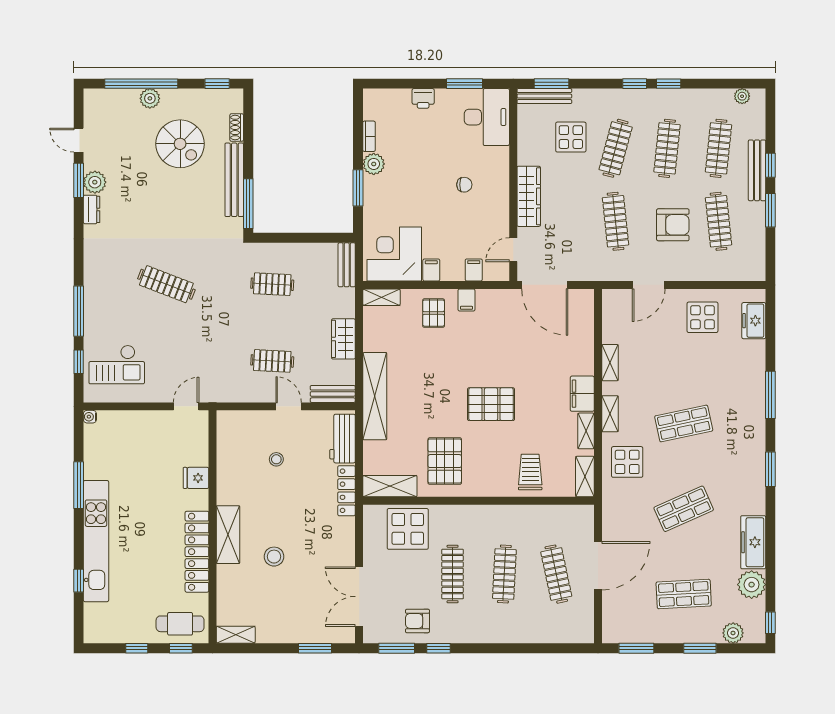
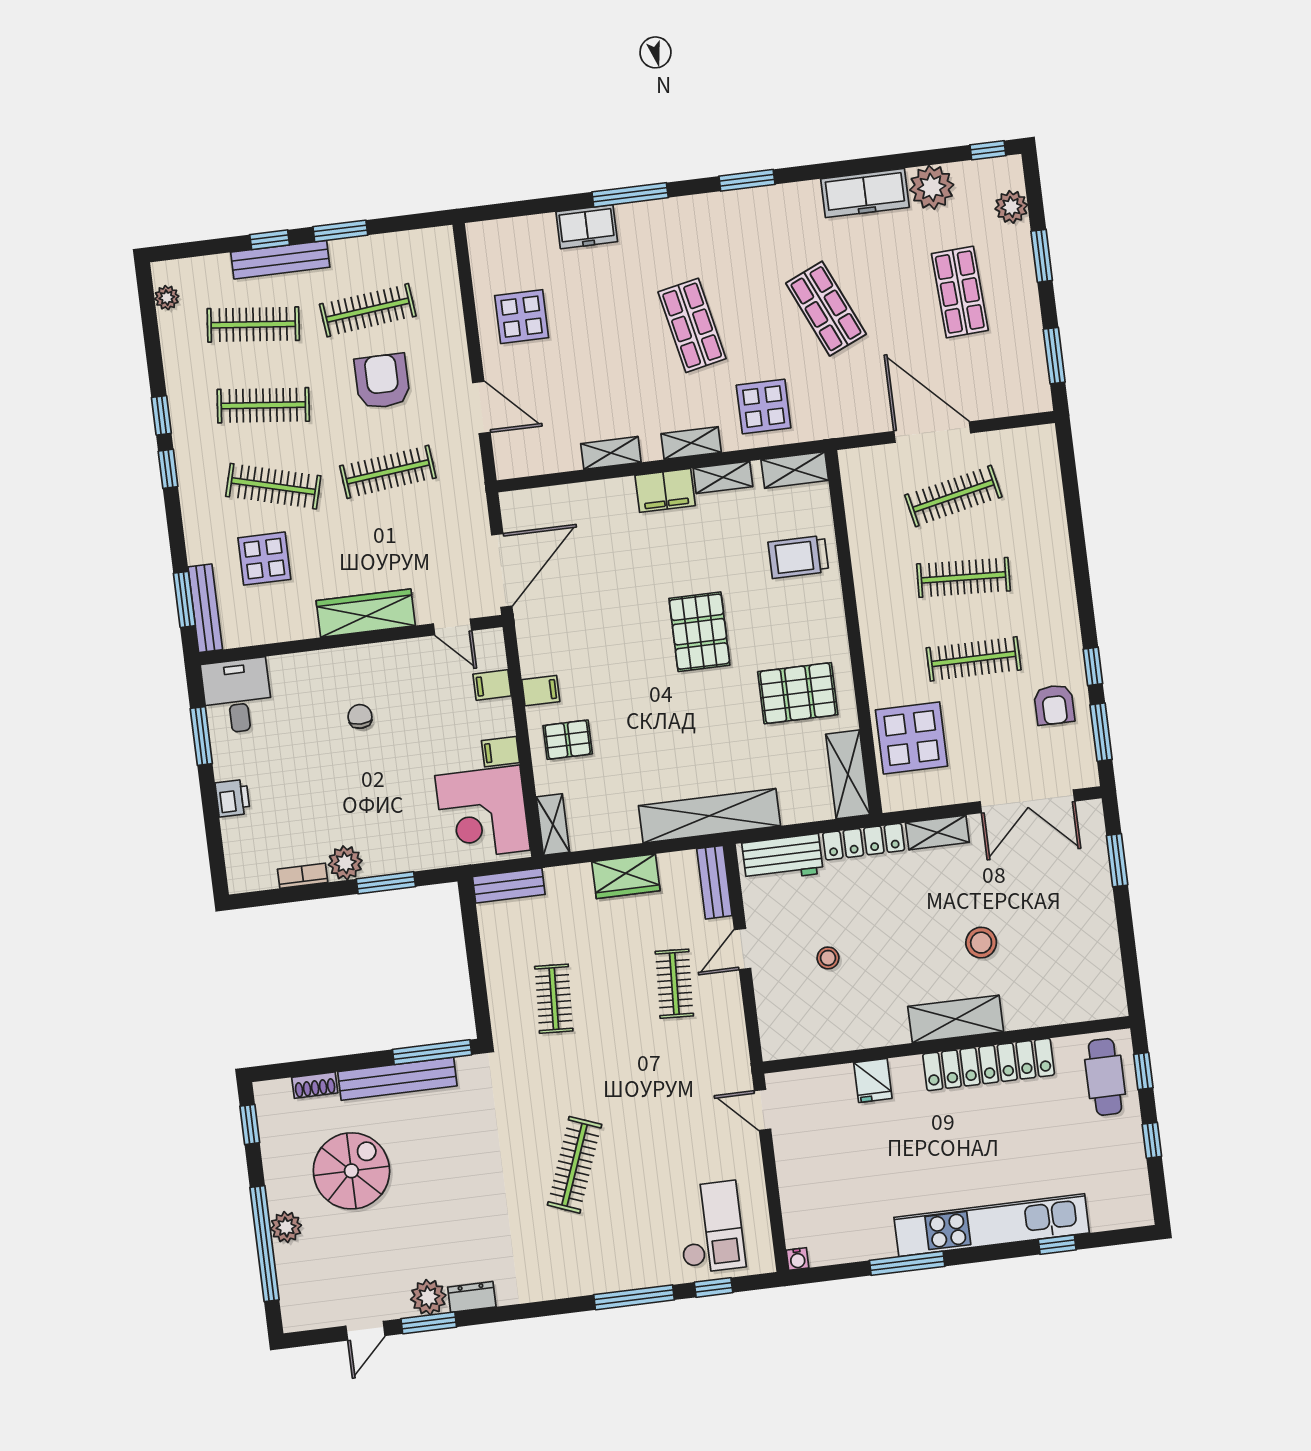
desk: (487, 117) -> (237, 696), width x0.73
freezer: (754, 321) -> (587, 227), moved
shelving: (236, 635) -> (937, 832), moved, turned 90

